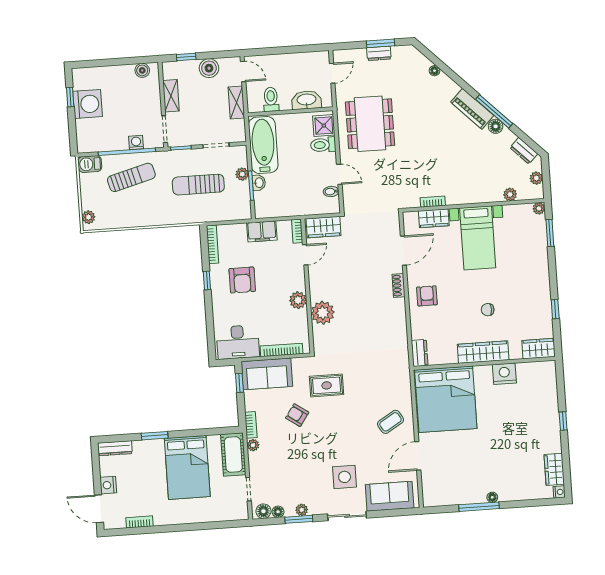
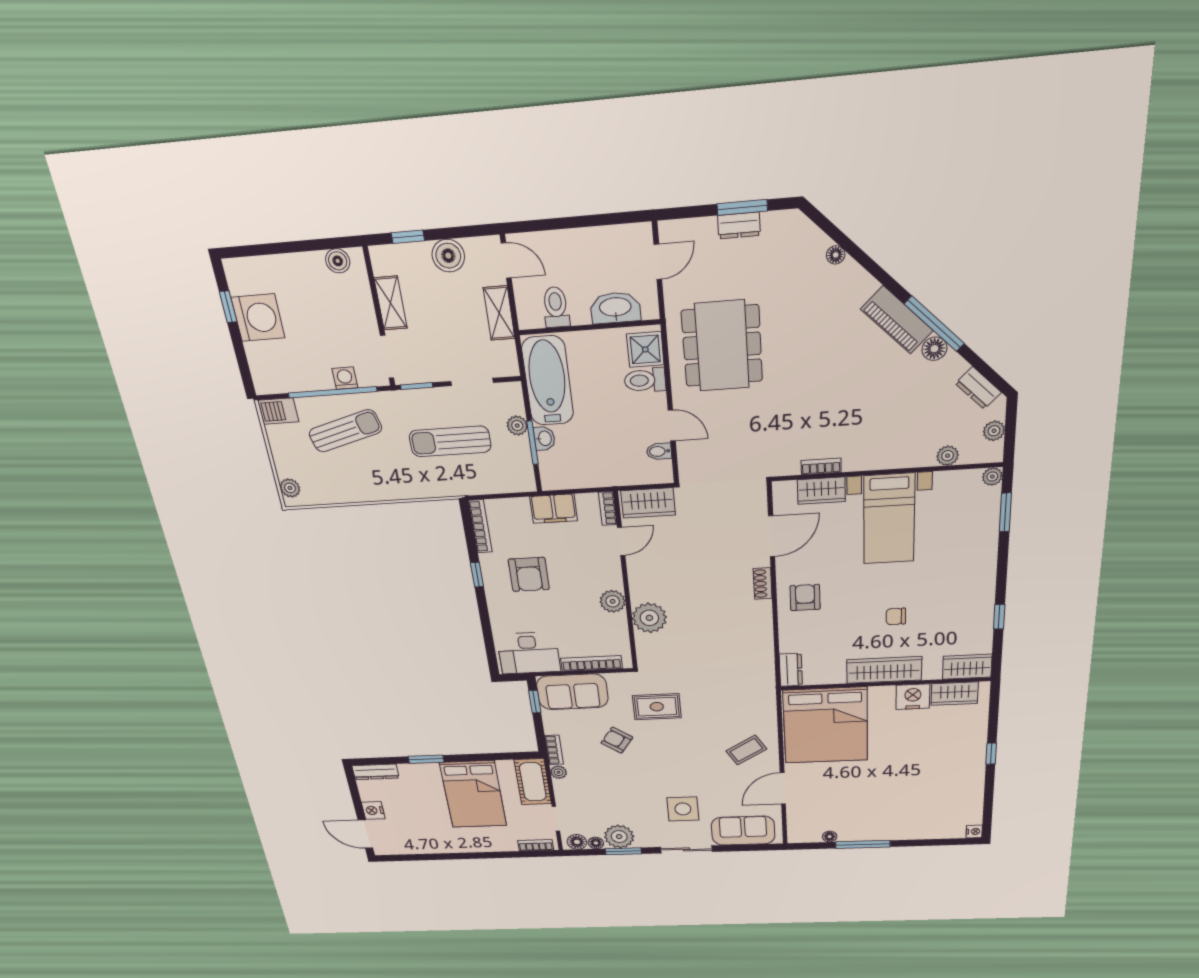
wardrobe: (554, 469) -> (955, 694), moved, turned -90
floor lamp: (492, 497) -> (830, 837), moved
plant: (302, 510) -> (619, 837), width x1.87, depth x1.87
bookcase: (140, 522) -> (536, 845), moved

